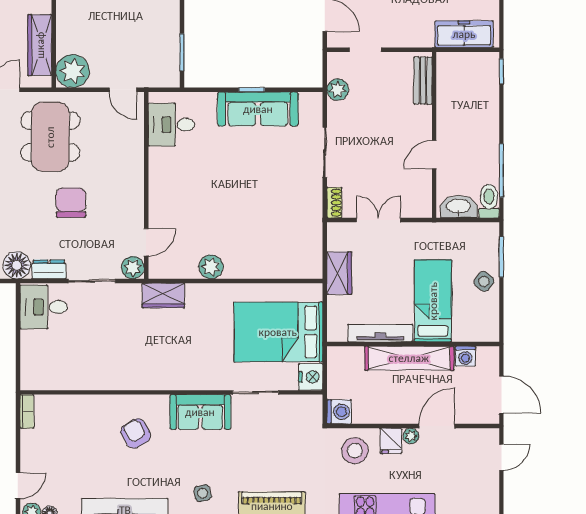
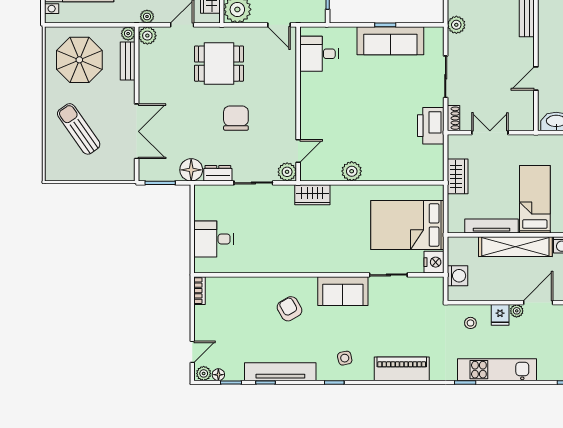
dining table: (50, 137) -> (219, 64), width x0.73
printer: (307, 212) -> (431, 126), added
desk: (44, 307) -> (214, 239), moved
washing machine: (339, 412) -> (457, 276), moved
stool: (355, 451) -> (470, 323), width x0.53, depth x0.53

